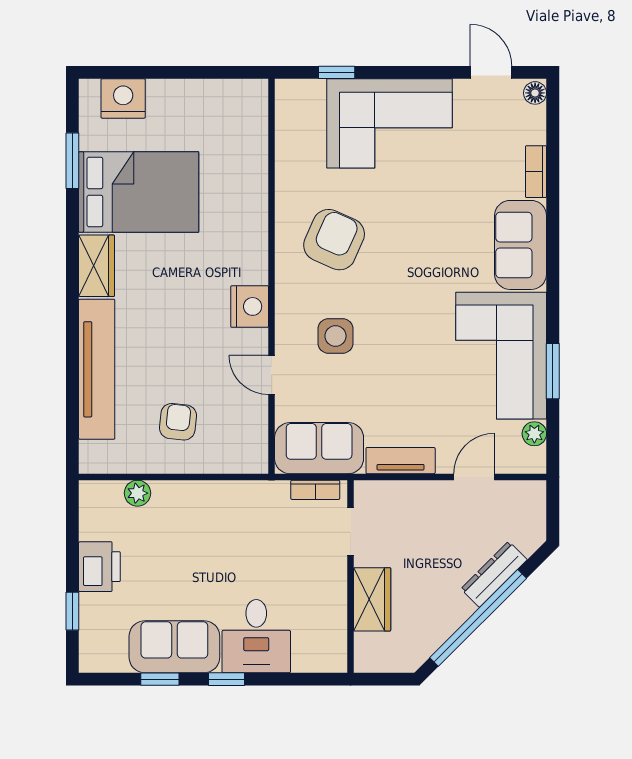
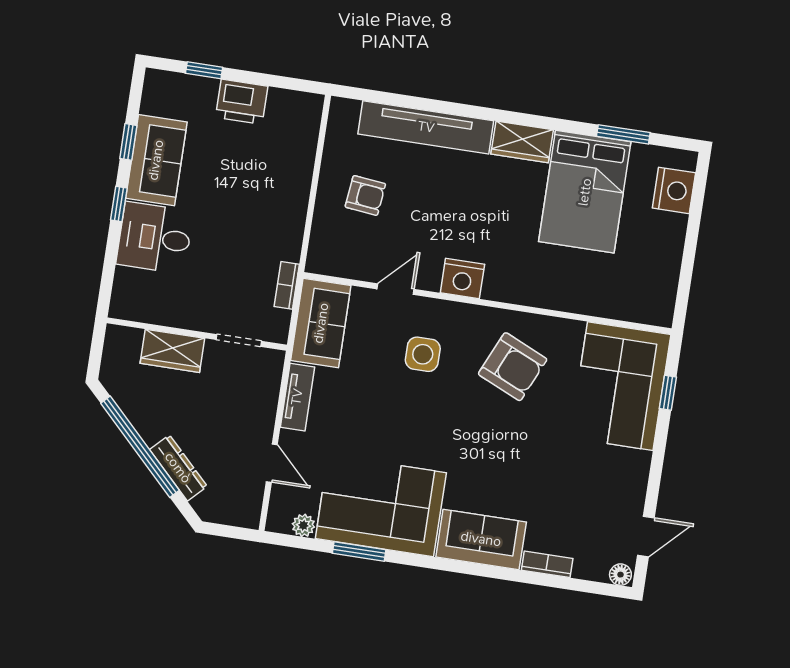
corner sofa: (390, 123) -> (620, 386), moved
bookcase: (315, 490) -> (287, 285), moved
plant: (137, 493) -> (305, 148), removed

